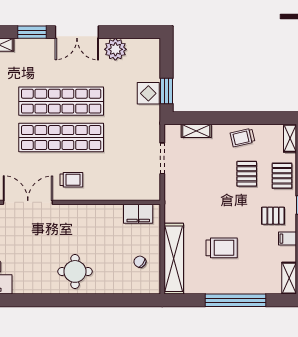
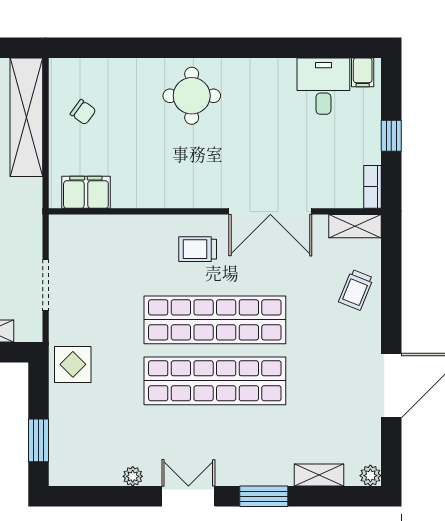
double door: (77, 32) -> (188, 496), width x0.73
plant: (115, 49) -> (133, 476), width x0.53, depth x0.53
window: (167, 91) -> (38, 440), moved
display table: (148, 93) -> (73, 364), moved

